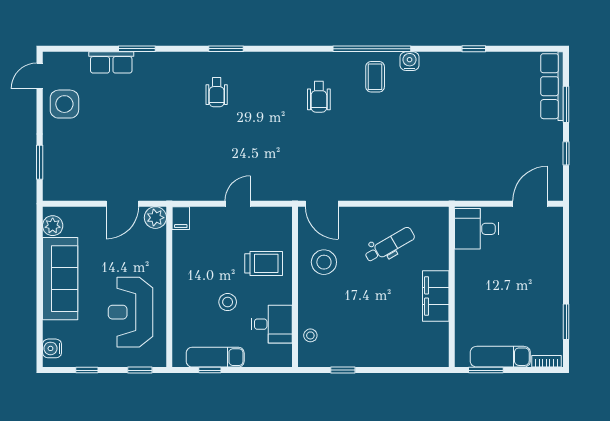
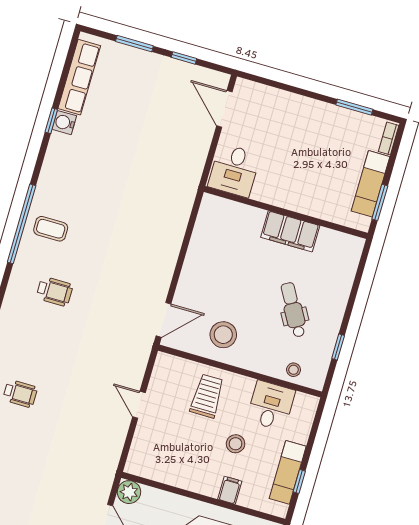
water cooler: (410, 61) -> (64, 123), moved
row of seats: (552, 86) -> (79, 77), moved, turned -90
filing cabinet: (181, 218) -> (230, 490), moved, turned -90
dental chair: (390, 245) -> (293, 310), moved

